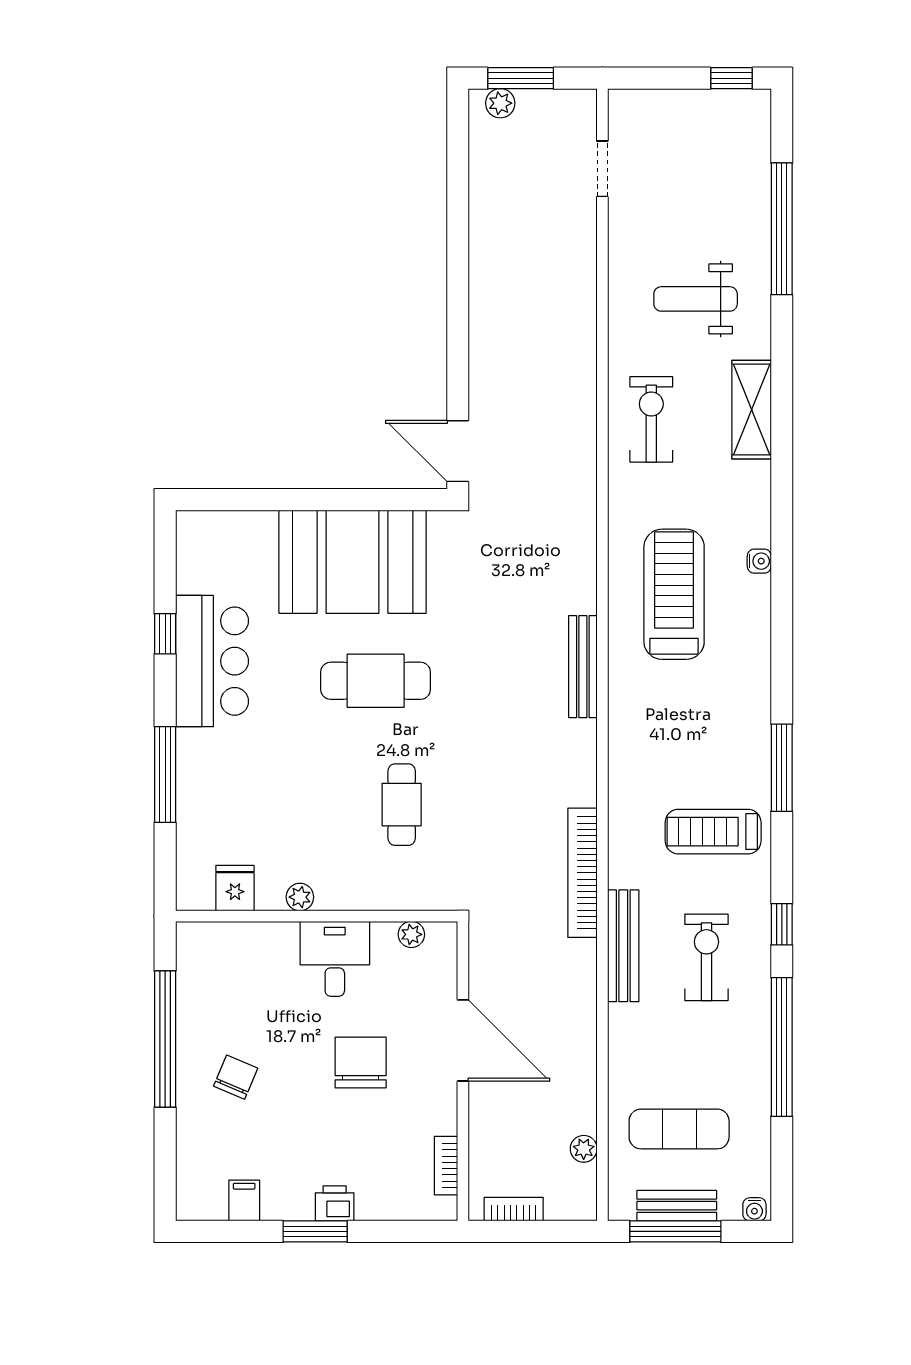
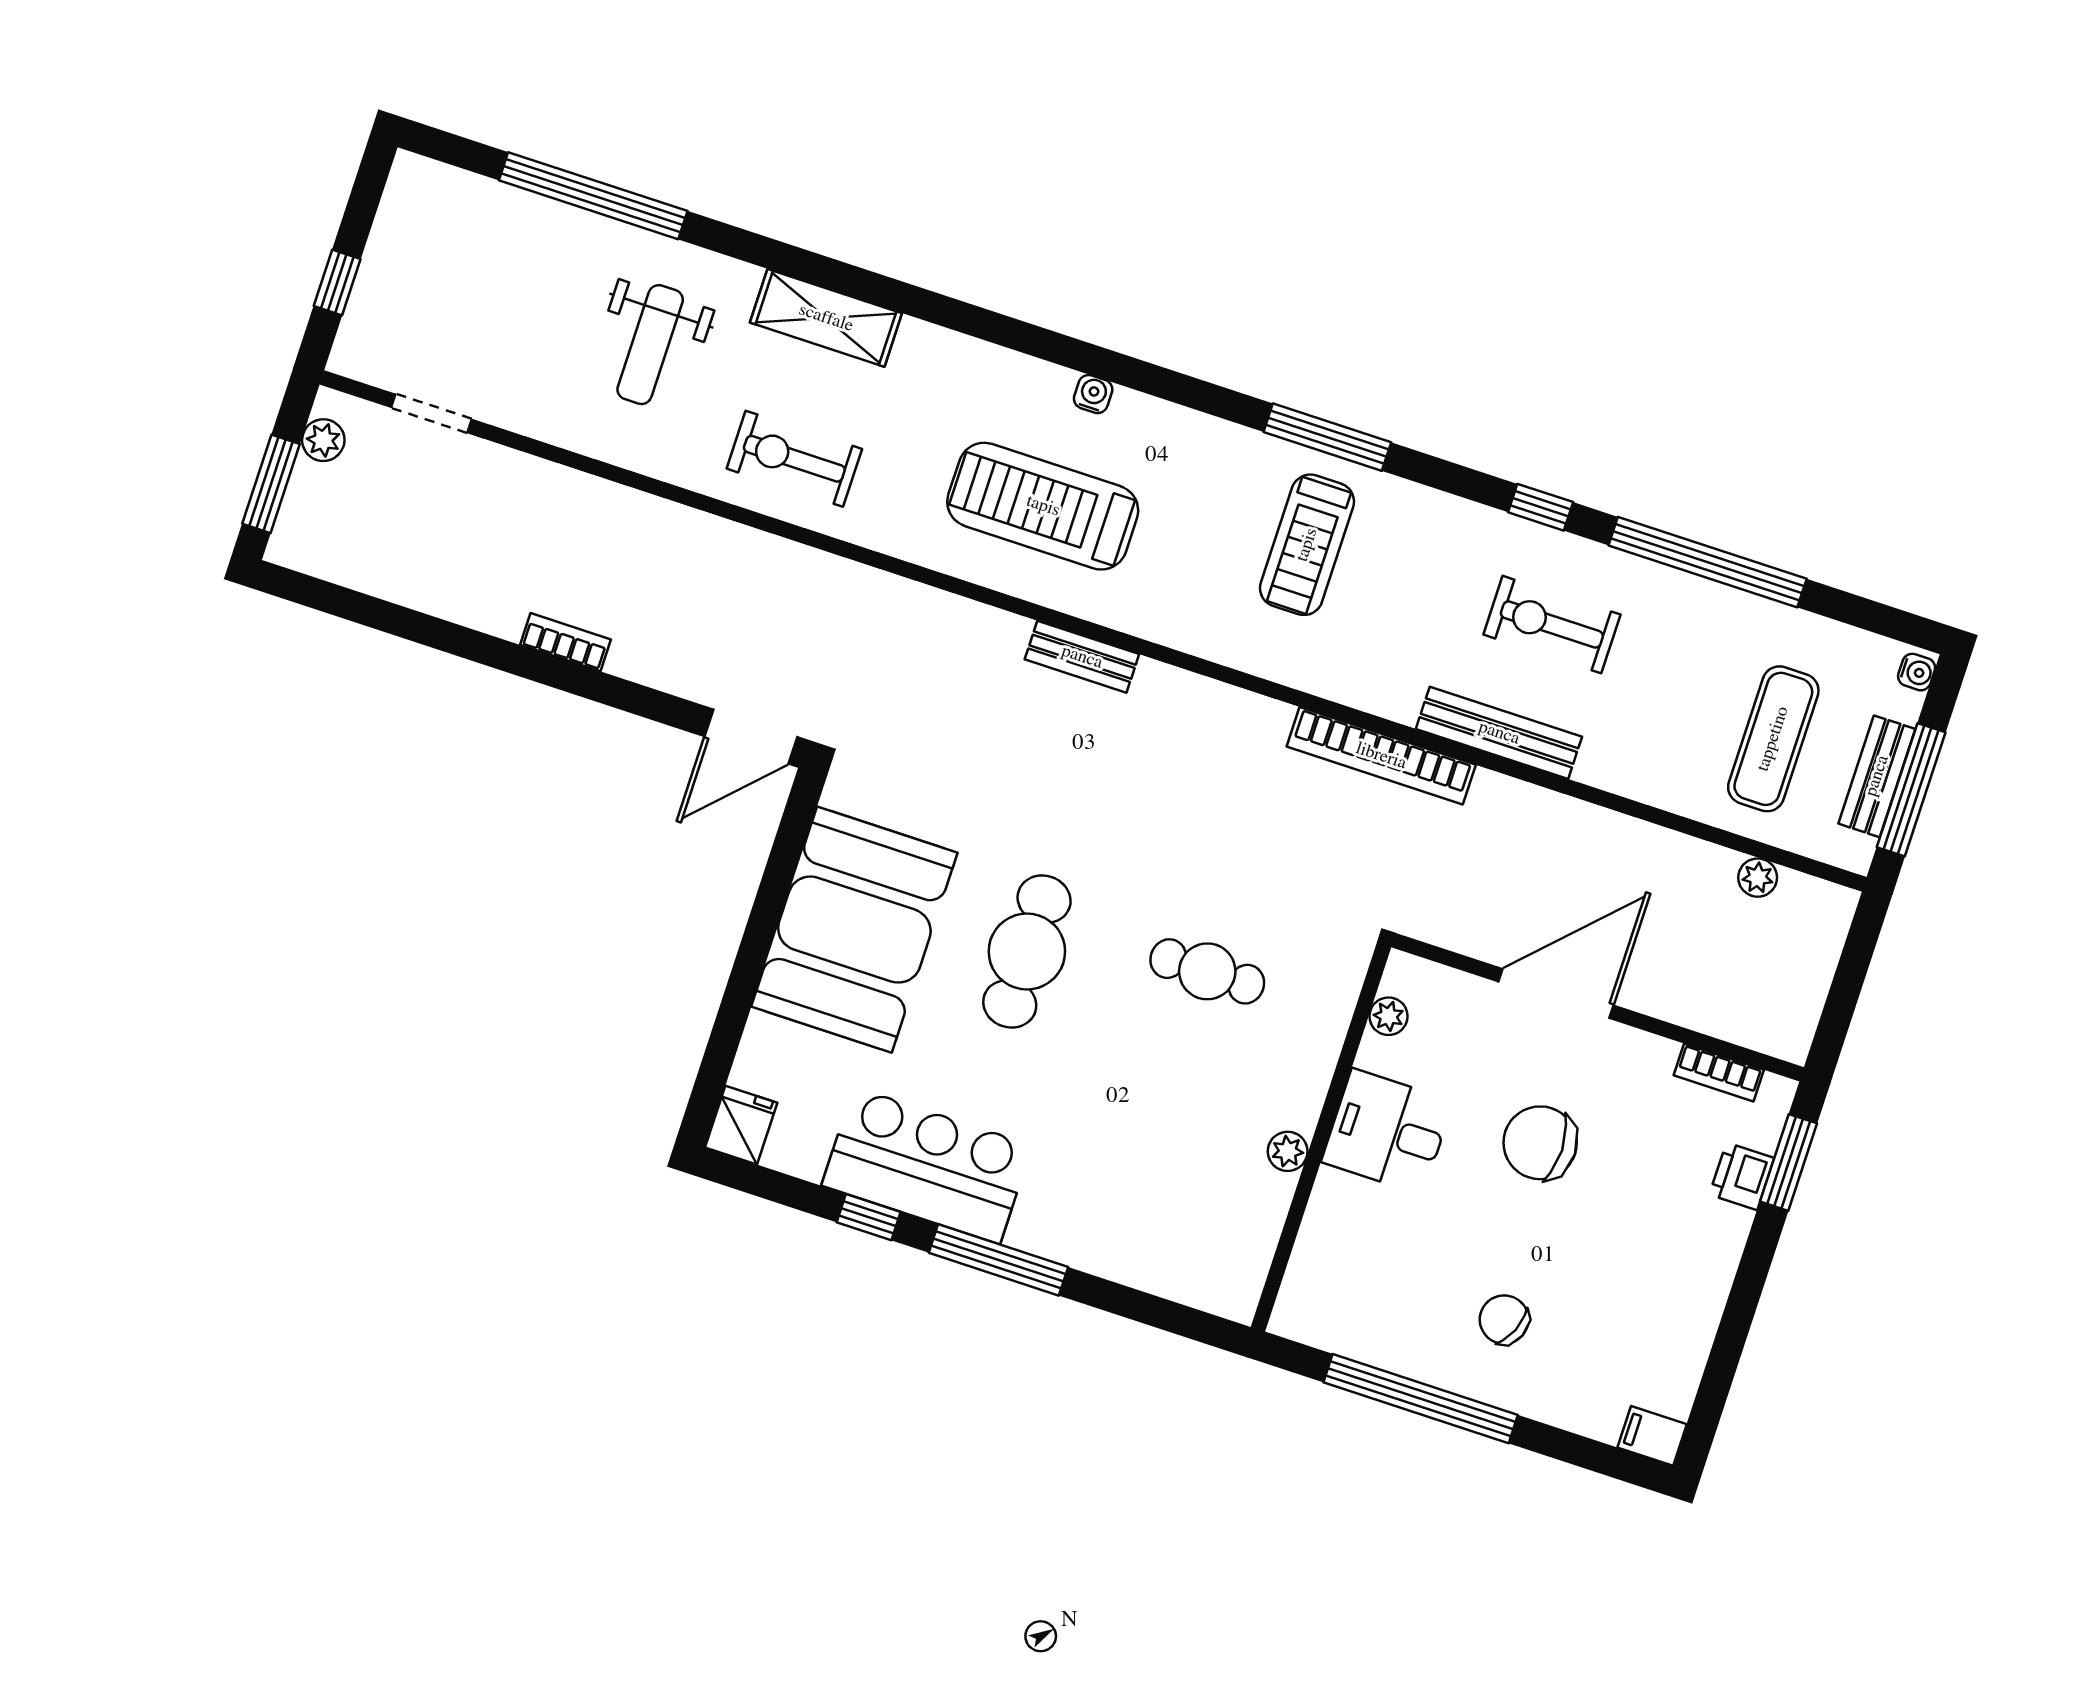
window: (731, 78) -> (337, 282), moved
plant: (500, 103) -> (323, 440), moved
water cooler: (759, 561) -> (1093, 394), moved
bench: (583, 667) -> (1082, 657), width x0.73
window: (165, 774) -> (998, 1260), moved
treadmill: (713, 832) -> (1307, 545), moved
fridge: (235, 888) -> (741, 1125), moved, turned 90
filing cabinet: (244, 1200) -> (1652, 1436), moved
printer: (335, 1203) -> (1742, 1176), moved
bookcase: (514, 1209) -> (565, 642), moved, turned 90
window: (315, 1231) -> (1789, 1162), moved

